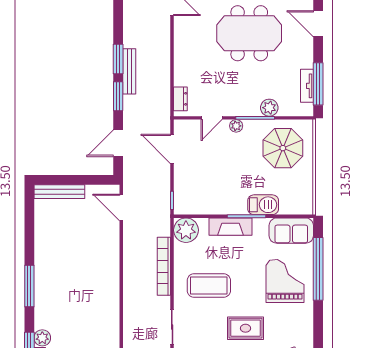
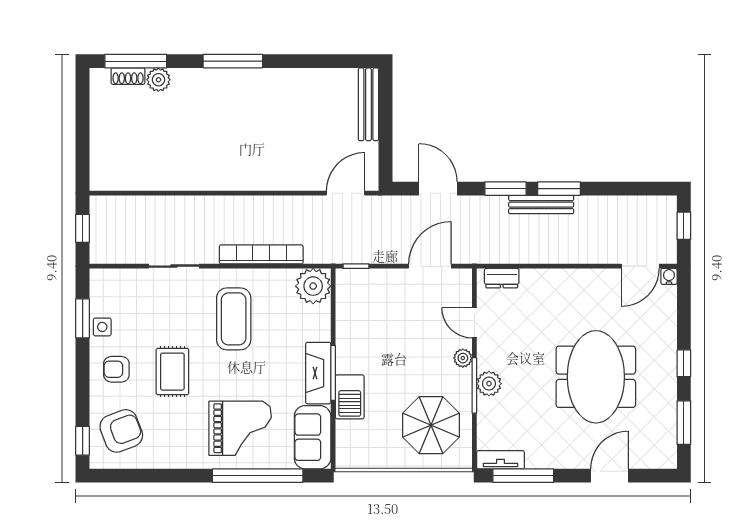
tv unit: (307, 86) -> (500, 460), moved
plant: (269, 108) -> (489, 384), moved
fireplace: (231, 227) -> (318, 373), moved

